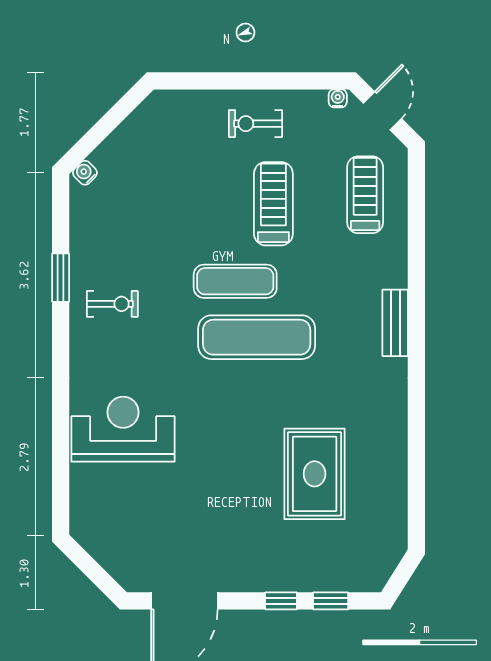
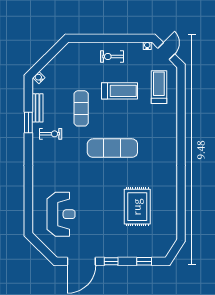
treadmill: (273, 204) -> (120, 91), turned 90
exercise mat: (235, 281) -> (81, 108), moved, turned 90
bench: (395, 323) -> (37, 108), moved
reception desk: (123, 429) -> (61, 214), moved, turned 90
window: (281, 601) -> (111, 261), moved

